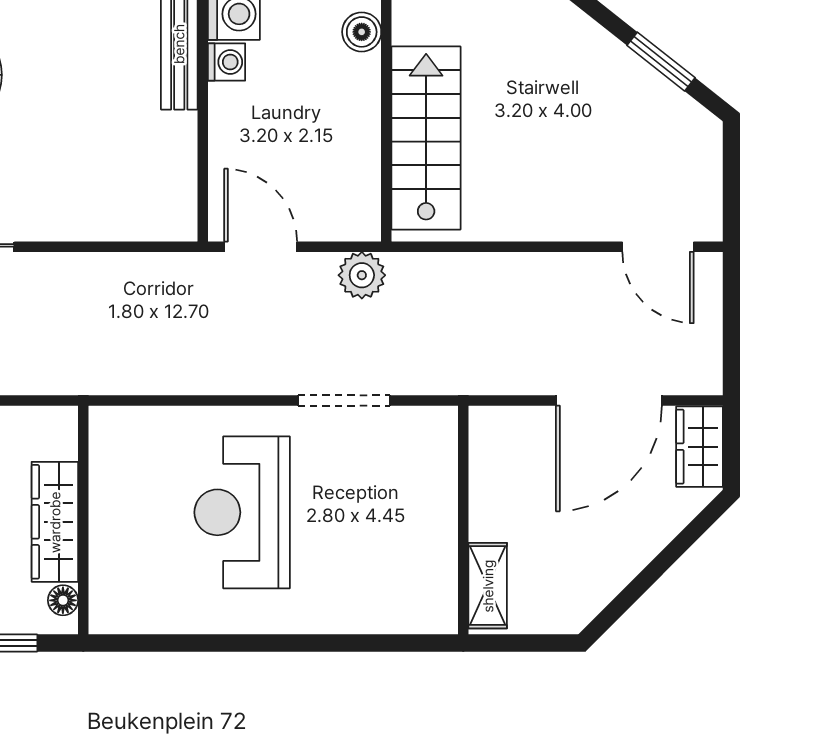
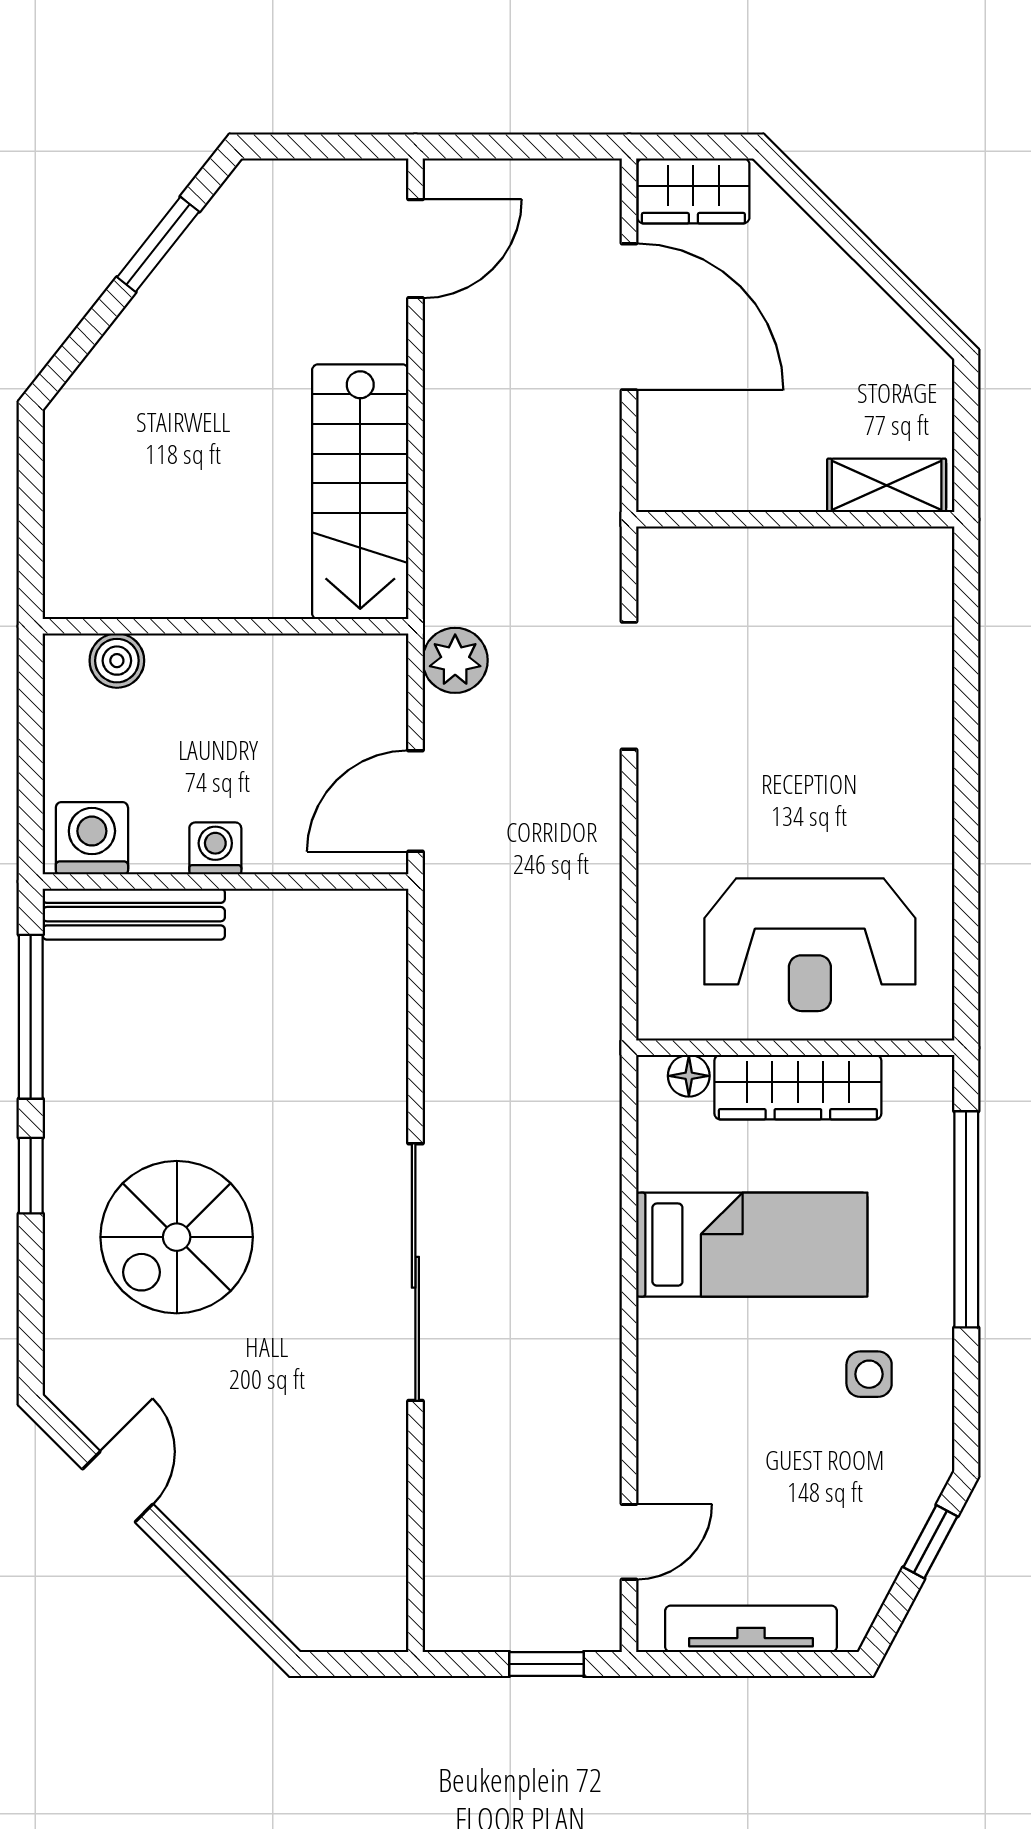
washing machine: (227, 62) -> (215, 848), moved
stairs: (426, 138) -> (360, 492), moved, turned -90
reception desk: (242, 512) -> (810, 945), moved
floor lamp: (63, 600) -> (689, 1076), moved

